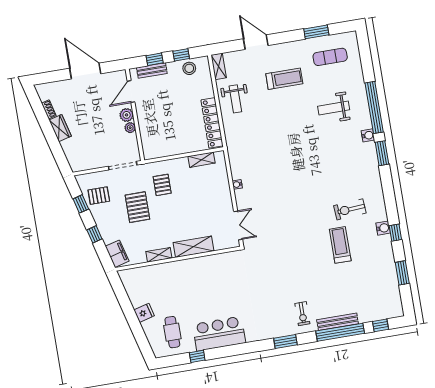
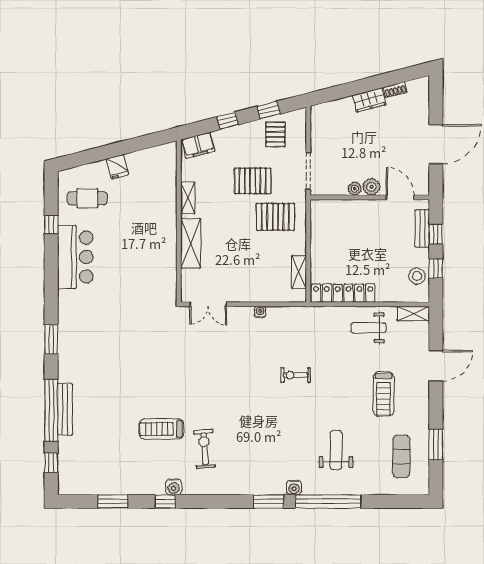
pallet: (162, 185) -> (275, 217), width x1.50, depth x1.42
treadmill: (340, 245) -> (161, 429), turned 180
exercise bike: (302, 314) -> (296, 375), moved

